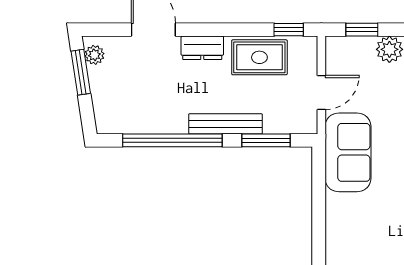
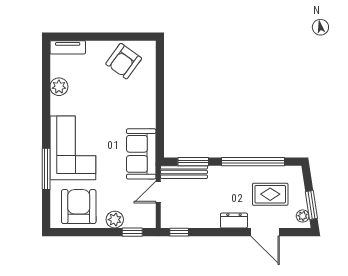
rug: (259, 57) -> (270, 194), moved
bench: (225, 124) -> (184, 172), moved

